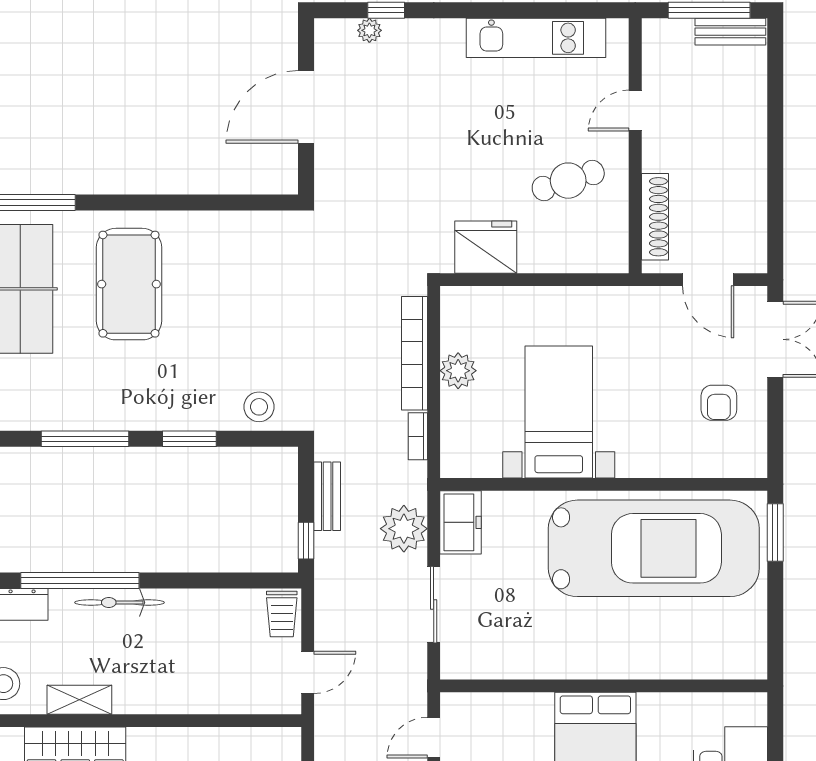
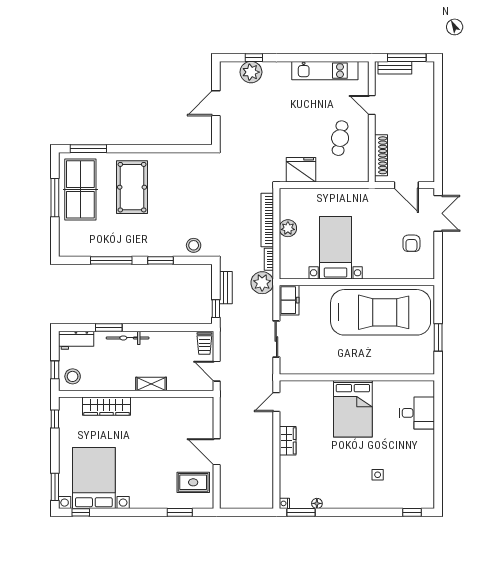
plant: (369, 30) -> (251, 72), width x1.87, depth x1.87
bench: (730, 32) -> (395, 68), moved
door: (306, 107) -> (216, 103), width x0.73
door: (635, 110) -> (372, 105), hinge flipped
cafe table: (568, 181) -> (340, 138), turned -63
plant: (404, 529) -> (262, 283), moved
window: (775, 532) -> (438, 337), moved
window: (80, 580) -> (109, 328), width x0.47
door: (308, 672) -> (217, 371), swing flipped
shelving: (79, 700) -> (151, 384), moved

